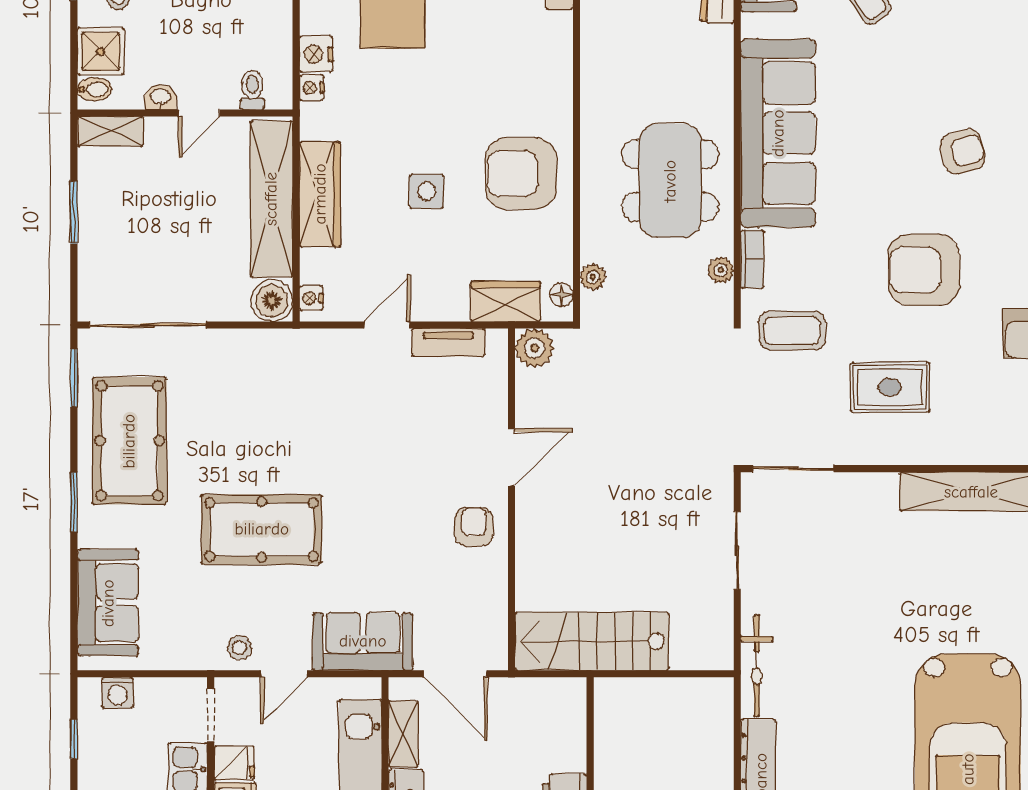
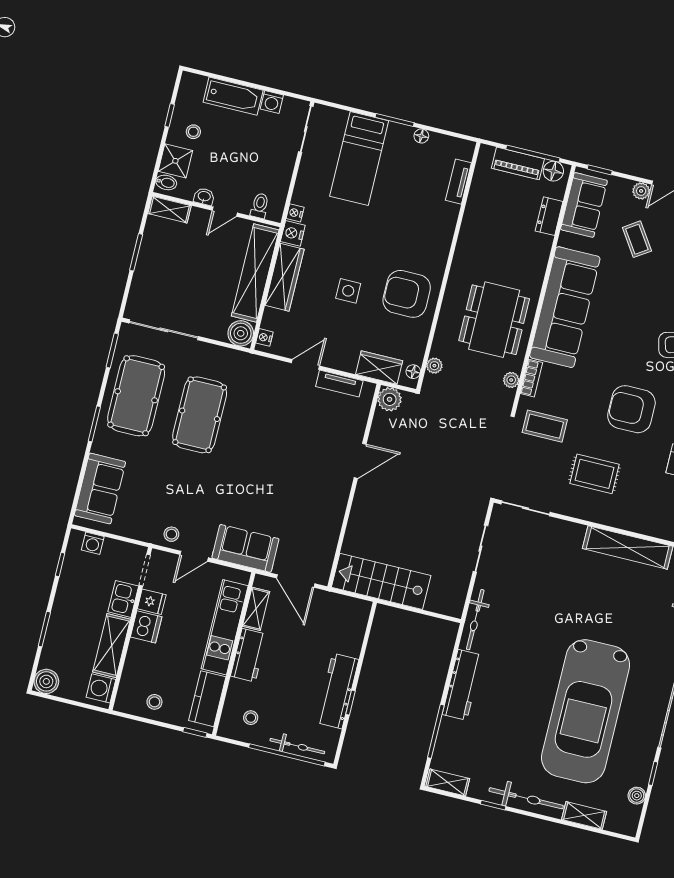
nightstand: (316, 54) -> (293, 233), moved
armchair: (474, 527) -> (328, 496), removed
pool table: (262, 529) -> (200, 415), moved, turned 90

